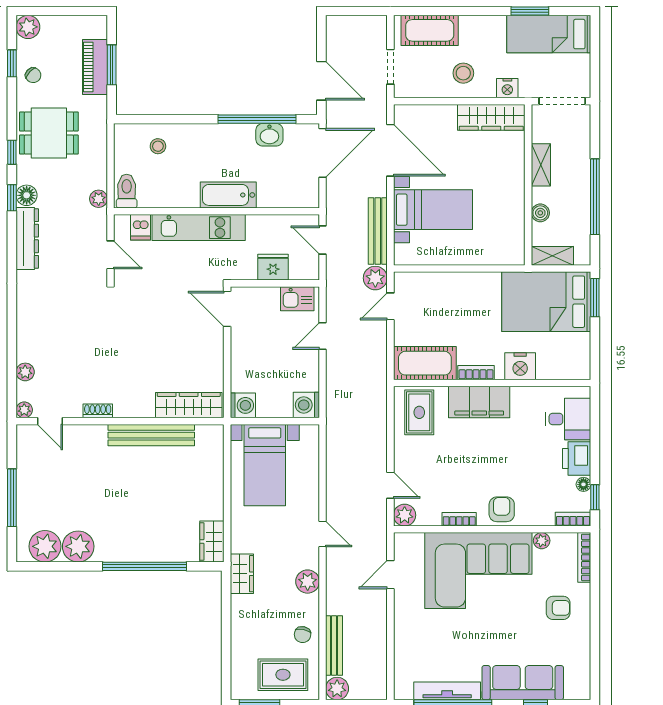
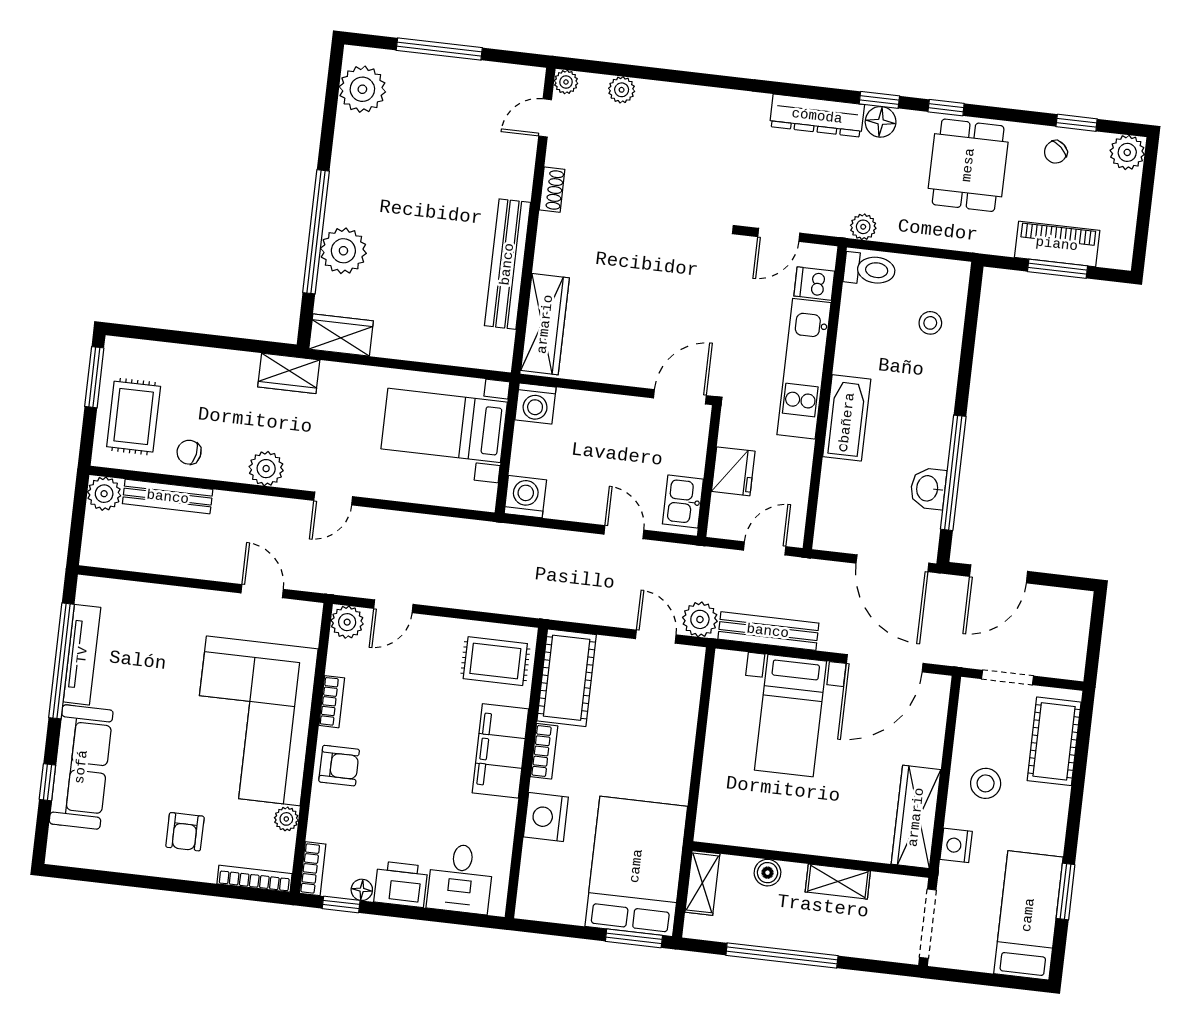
plant: (78, 546) -> (343, 251), moved

